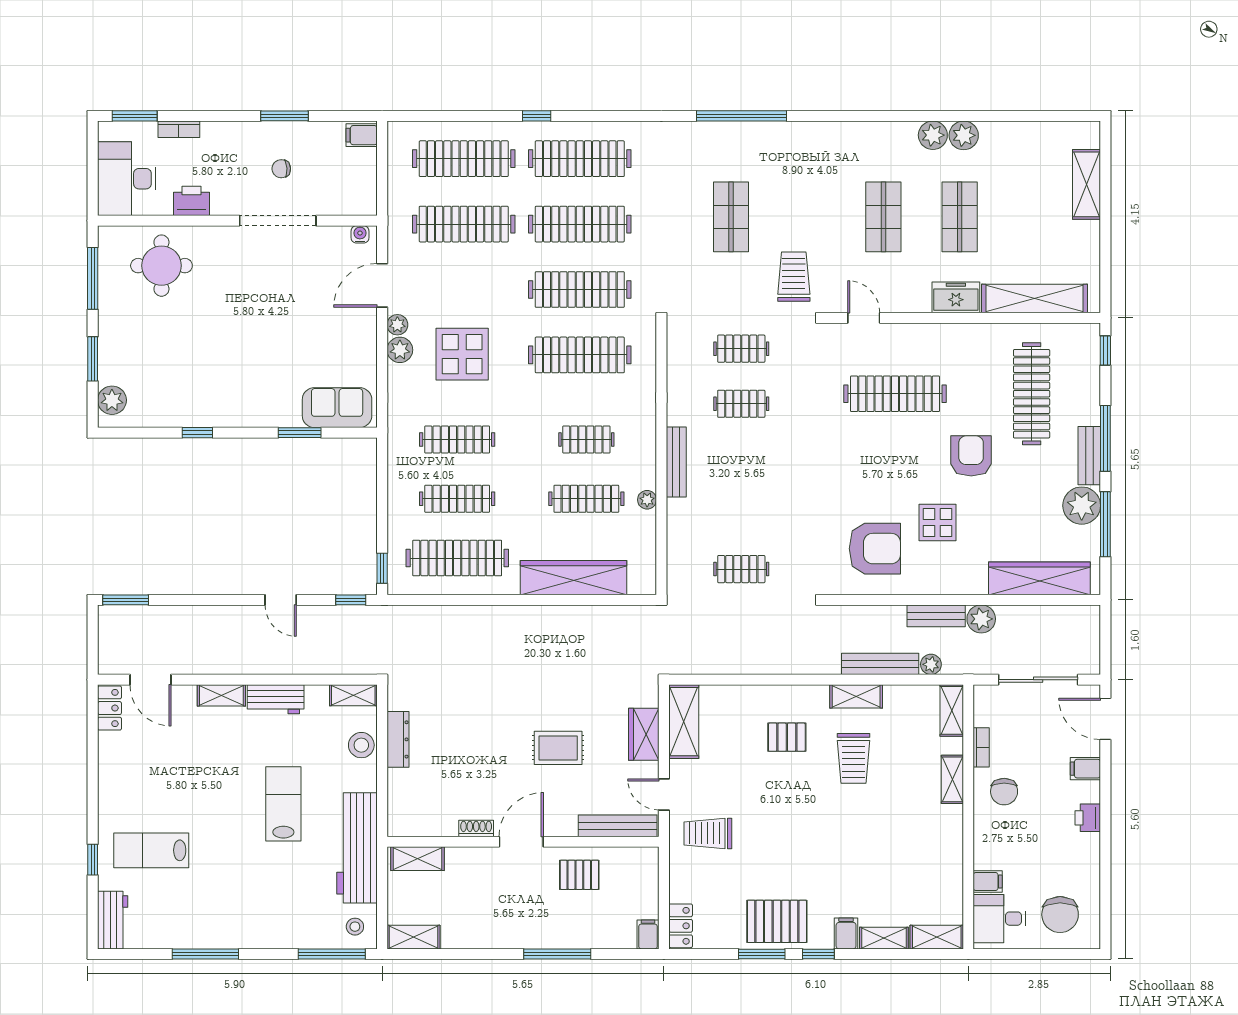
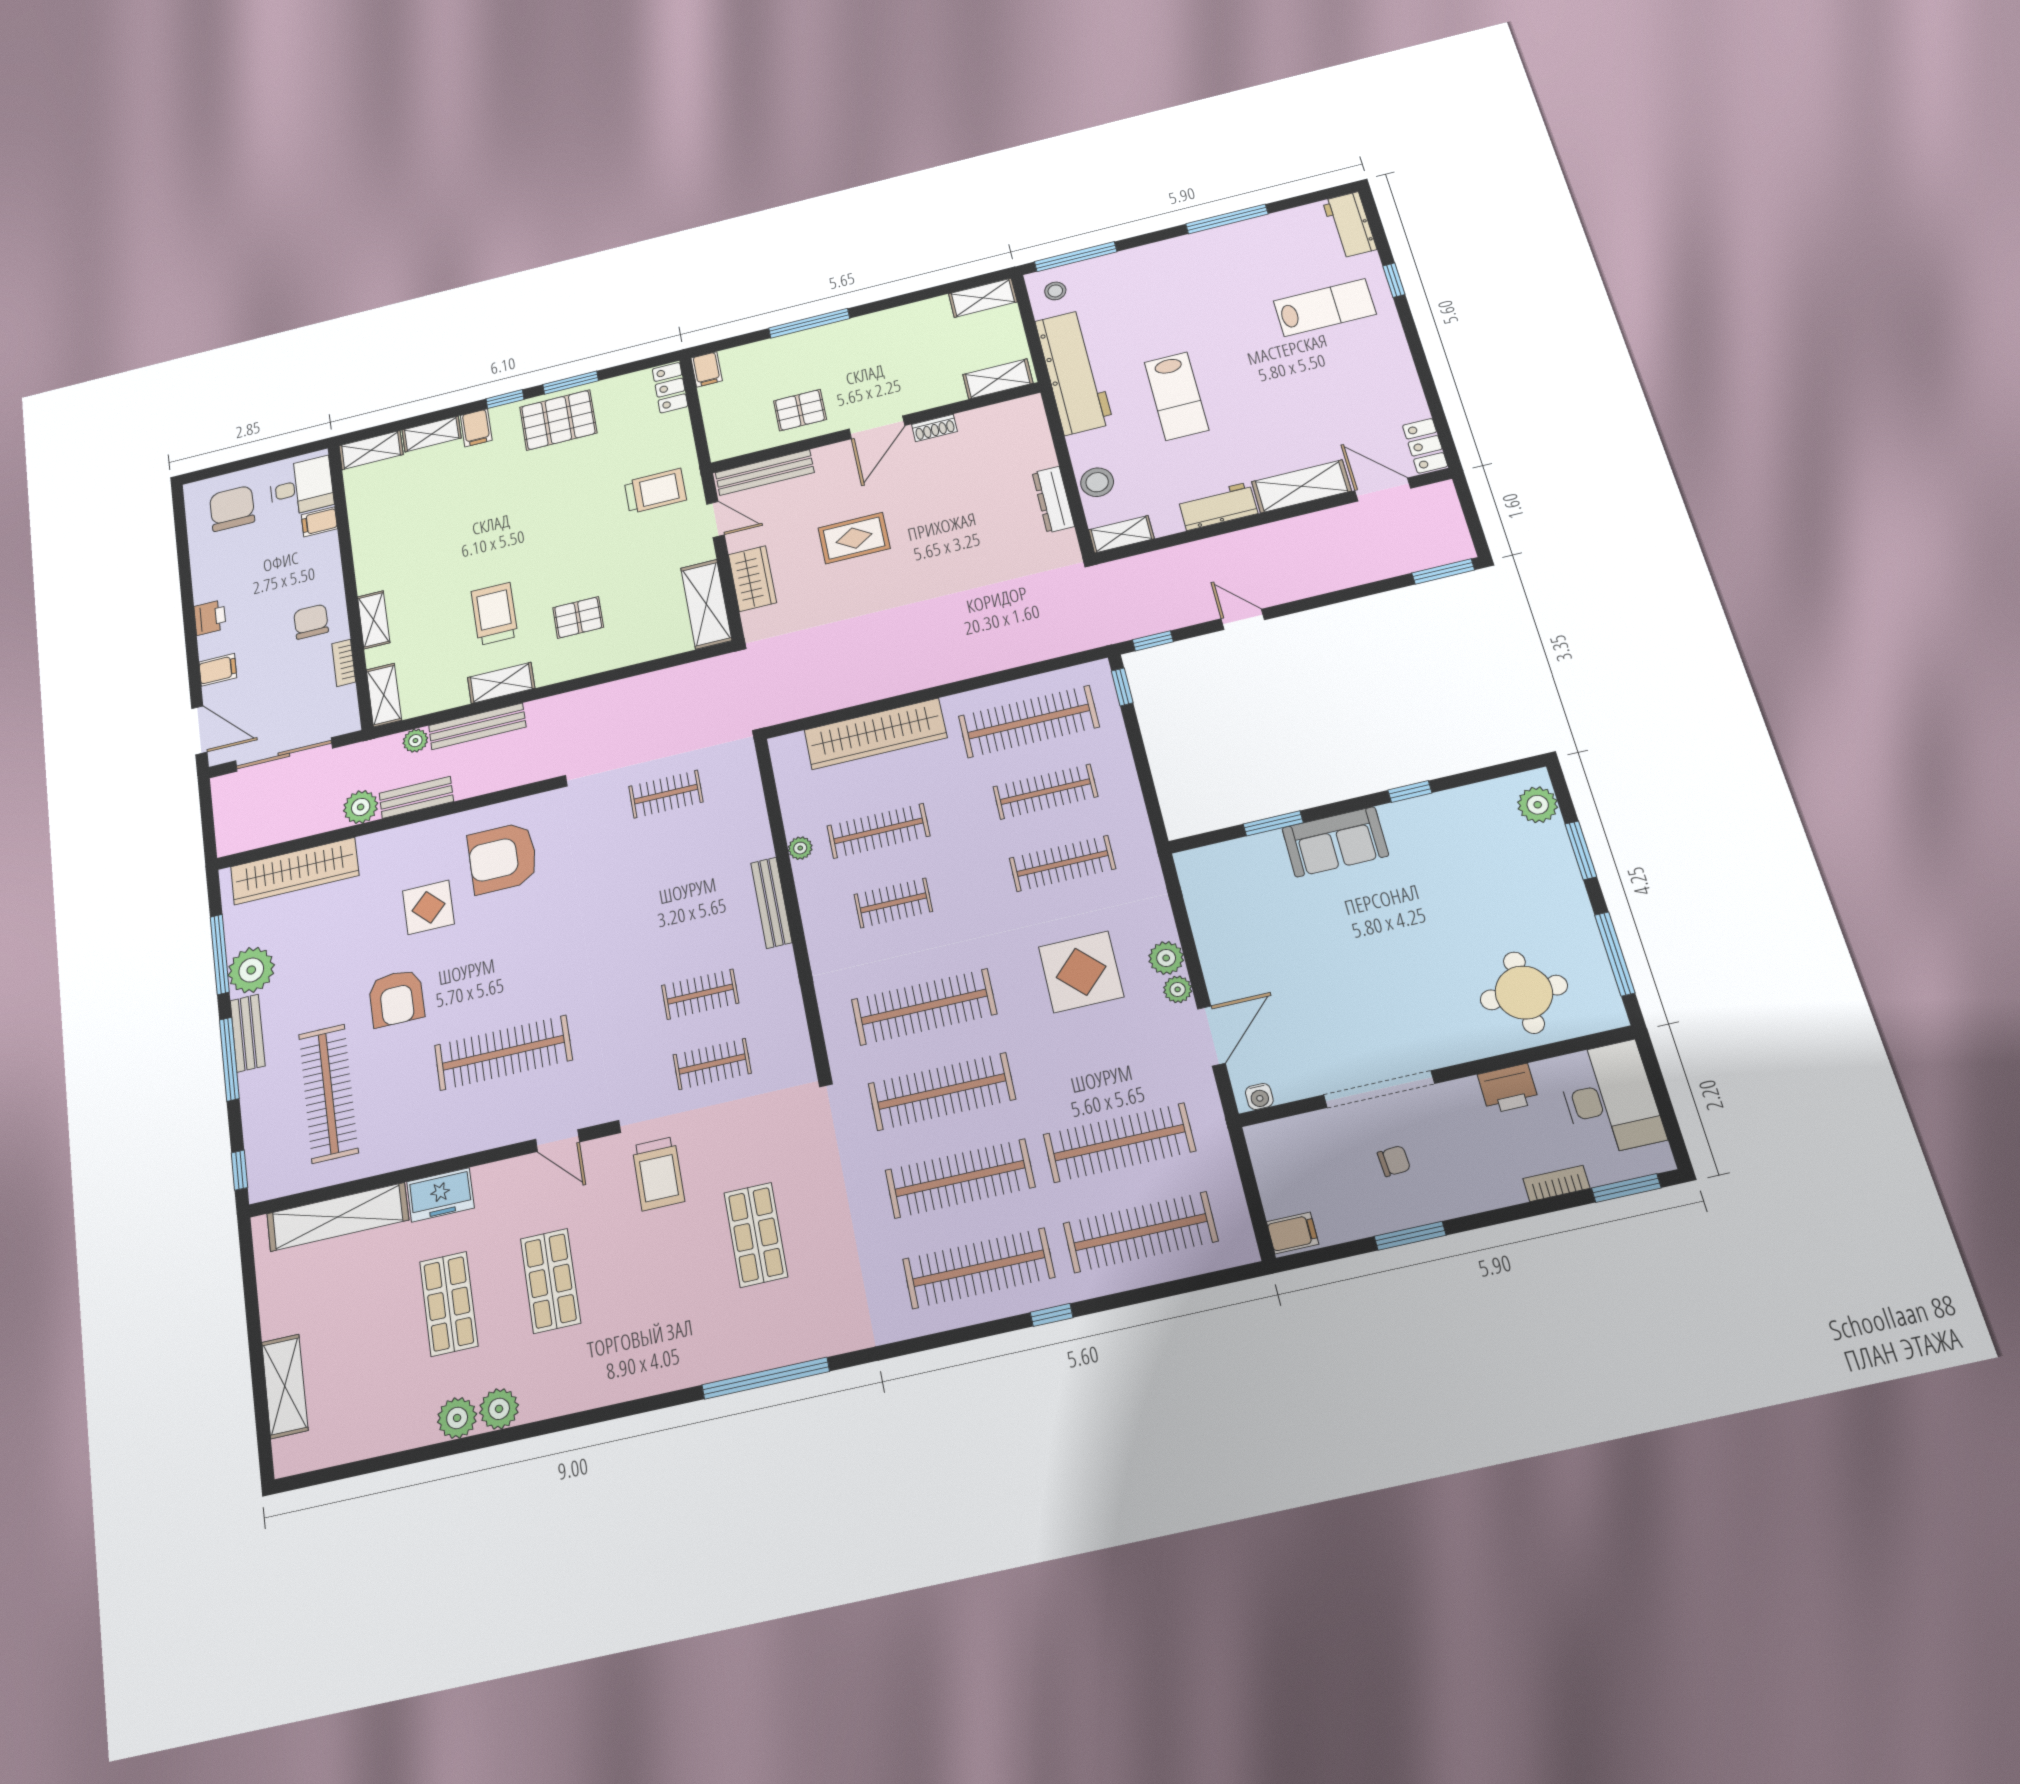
sofa: (337, 408) -> (1335, 842), moved
shelving: (221, 695) -> (1301, 486), width x1.50, depth x1.33

